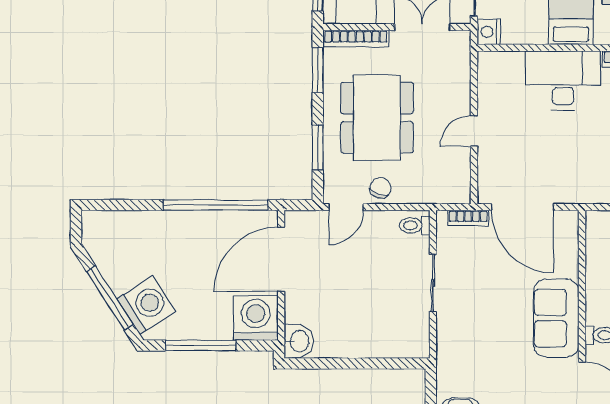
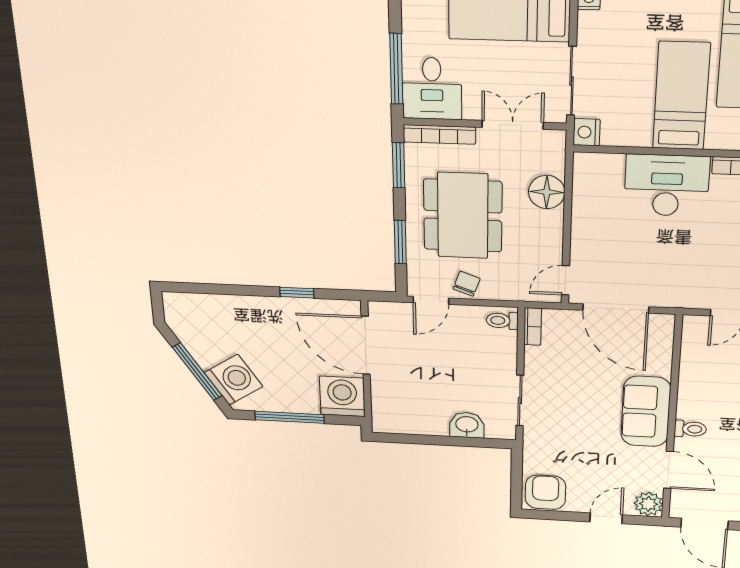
floor lamp: (454, 91) -> (547, 192), added
door: (474, 131) -> (565, 280), moved
window: (216, 205) -> (297, 293), width x0.32
bookcase: (468, 218) -> (533, 327), moved, turned -90
door: (281, 259) -> (366, 345), hinge flipped
sliding door: (433, 283) -> (520, 401), moved
washbasin: (299, 341) -> (467, 425), moved, turned -90

